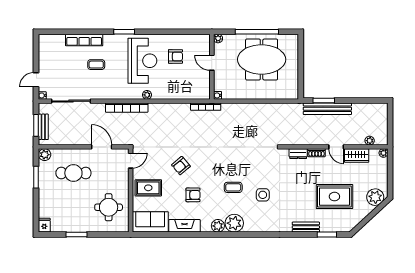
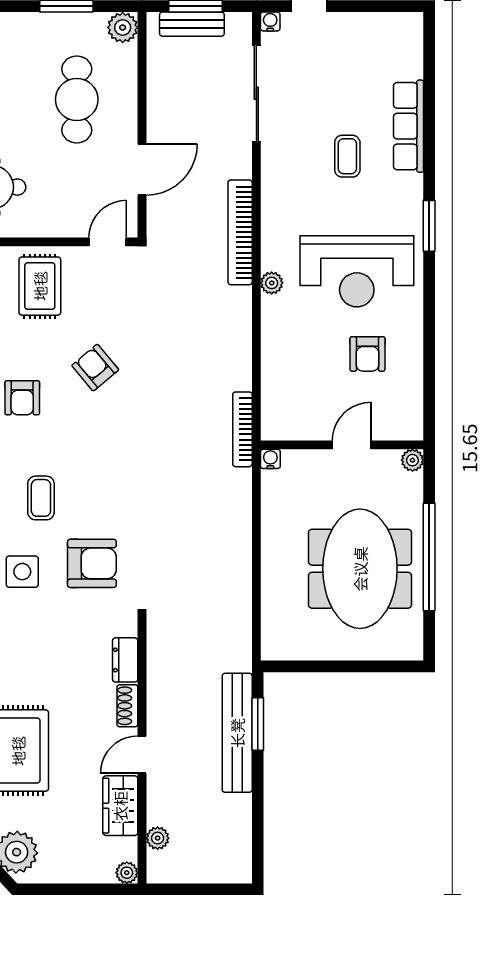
door: (131, 161) -> (108, 242), swing flipped
armchair: (259, 167) -> (92, 563), added

